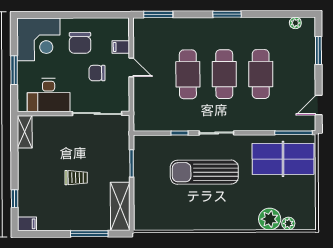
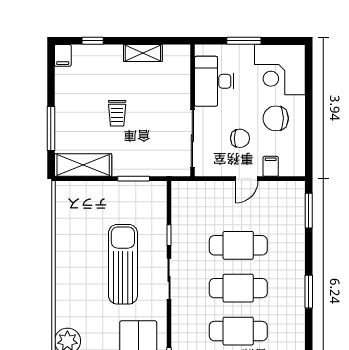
chair: (97, 73) -> (240, 138), turned 90
shelving: (25, 132) -> (143, 53), moved

